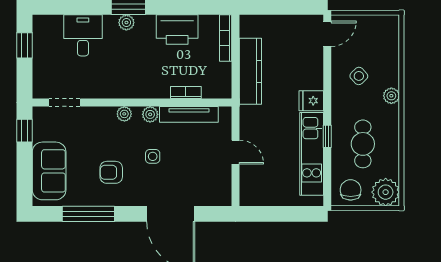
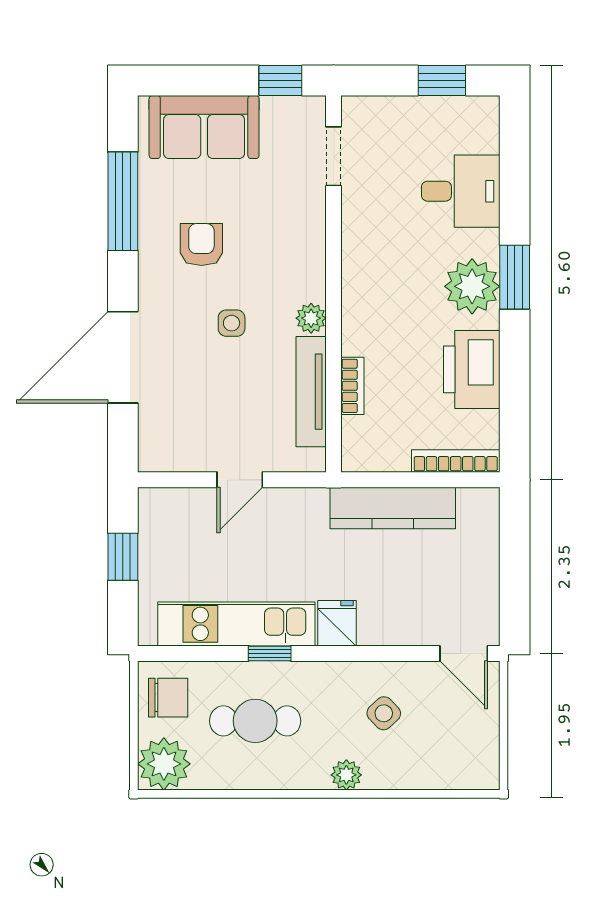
plant: (126, 22) -> (472, 286), width x1.88, depth x1.88
plant: (124, 114) -> (312, 269), removed
window: (276, 214) -> (123, 557), added

